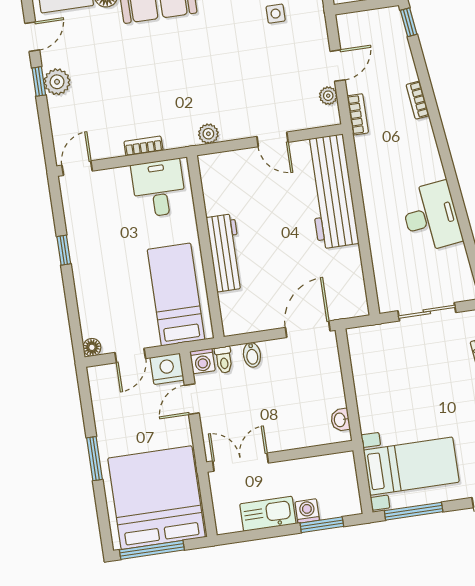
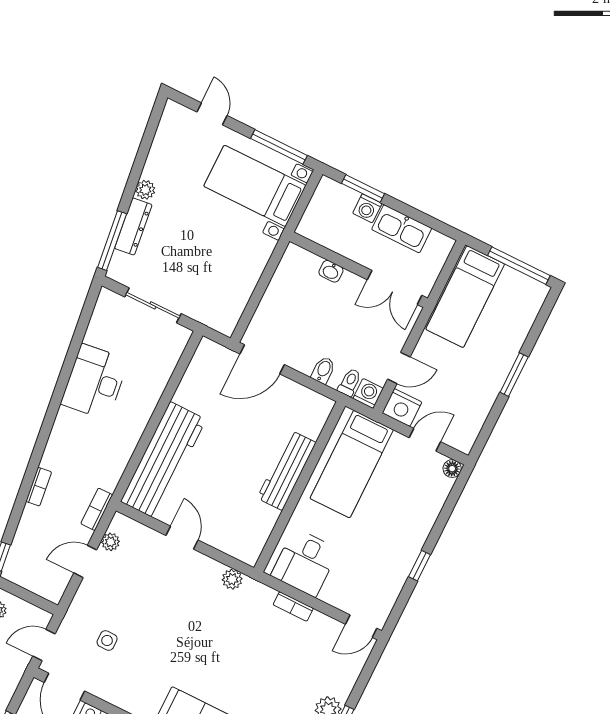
washbasin: (340, 420) -> (331, 271), moved, turned 90
bed: (157, 498) -> (465, 297), width x0.49

